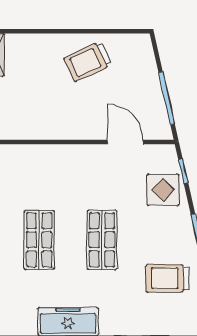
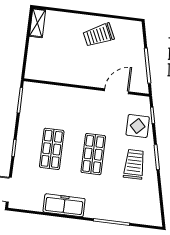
door: (125, 142) -> (117, 91), hinge flipped
trolley: (168, 278) -> (134, 164), moved, turned 90

